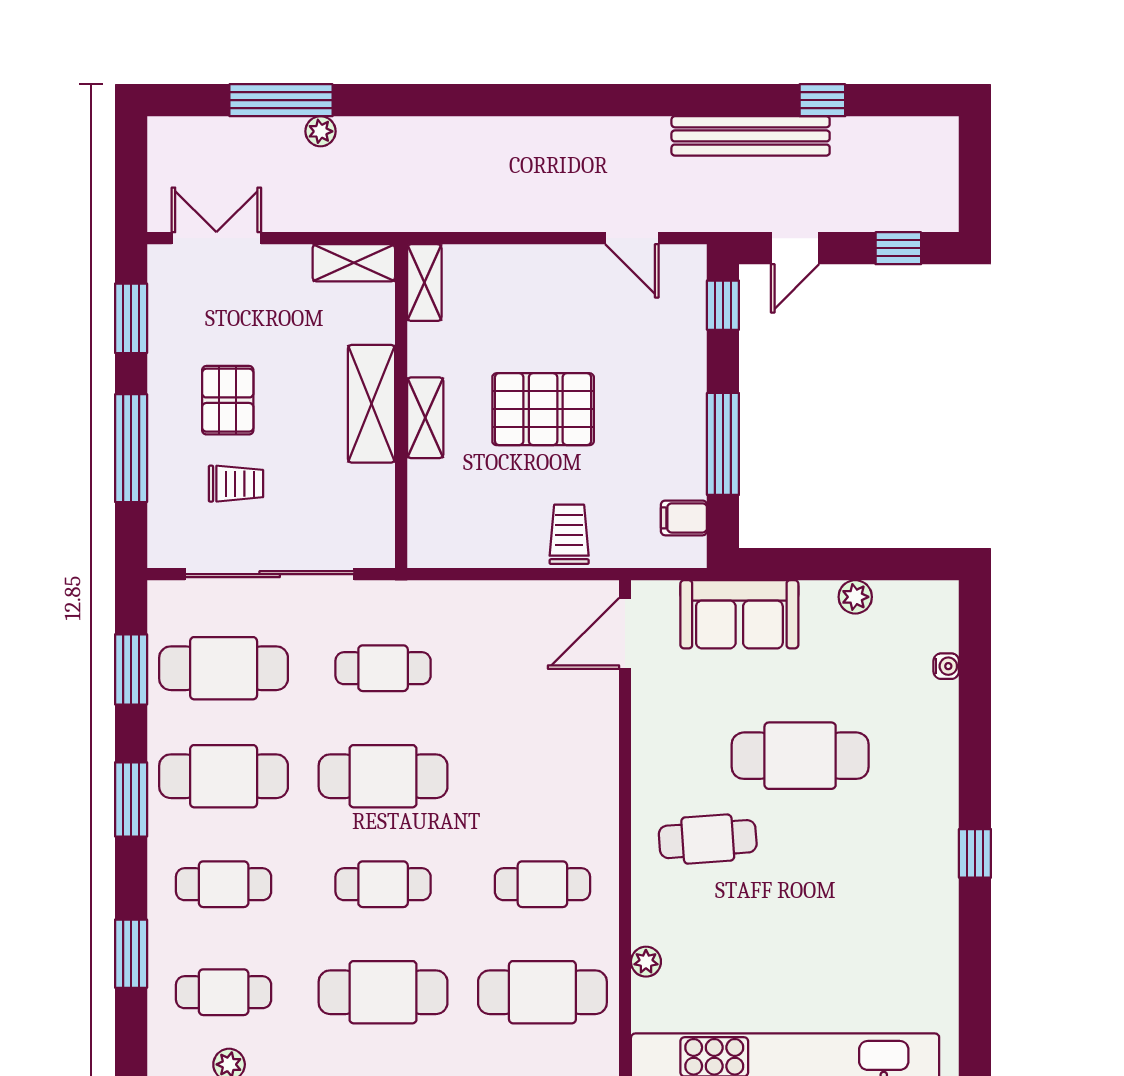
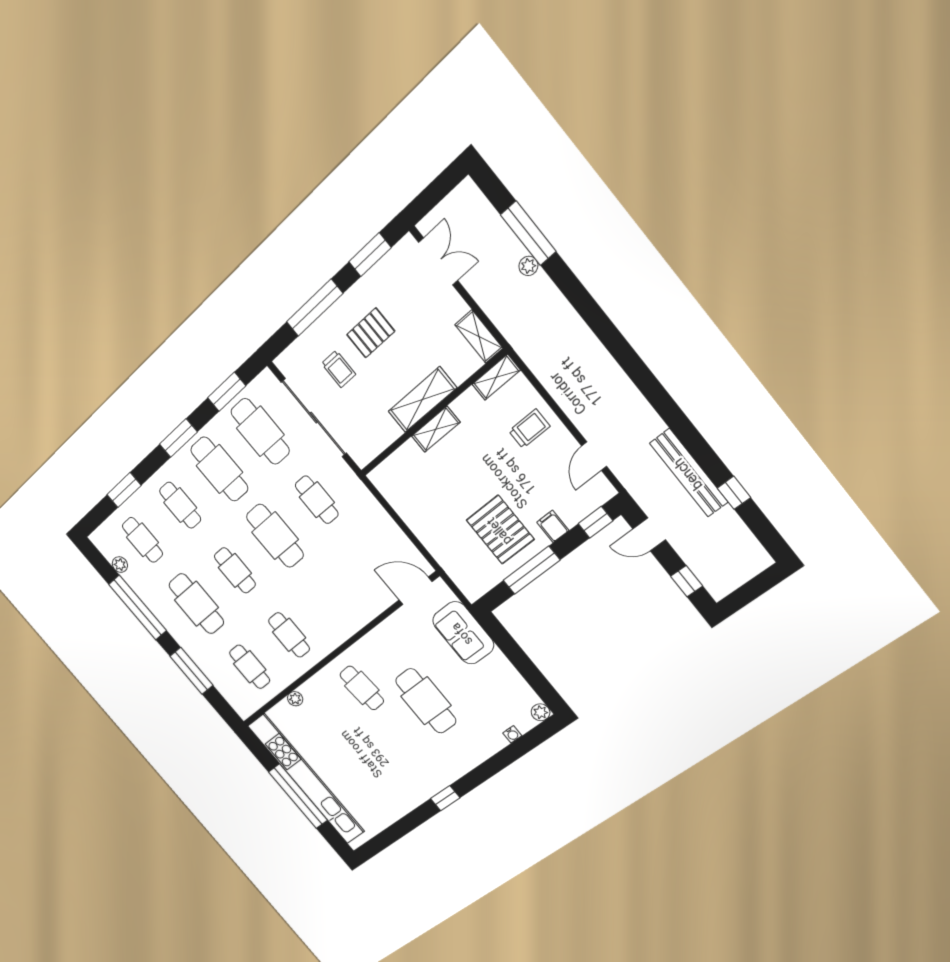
pallet: (543, 409) -> (500, 530), moved
filing cabinet: (684, 518) -> (553, 526), moved
trolley: (569, 534) -> (529, 429), moved
plant: (855, 597) -> (541, 712), moved
cafe table: (542, 992) -> (250, 667), width x0.73, depth x0.74

